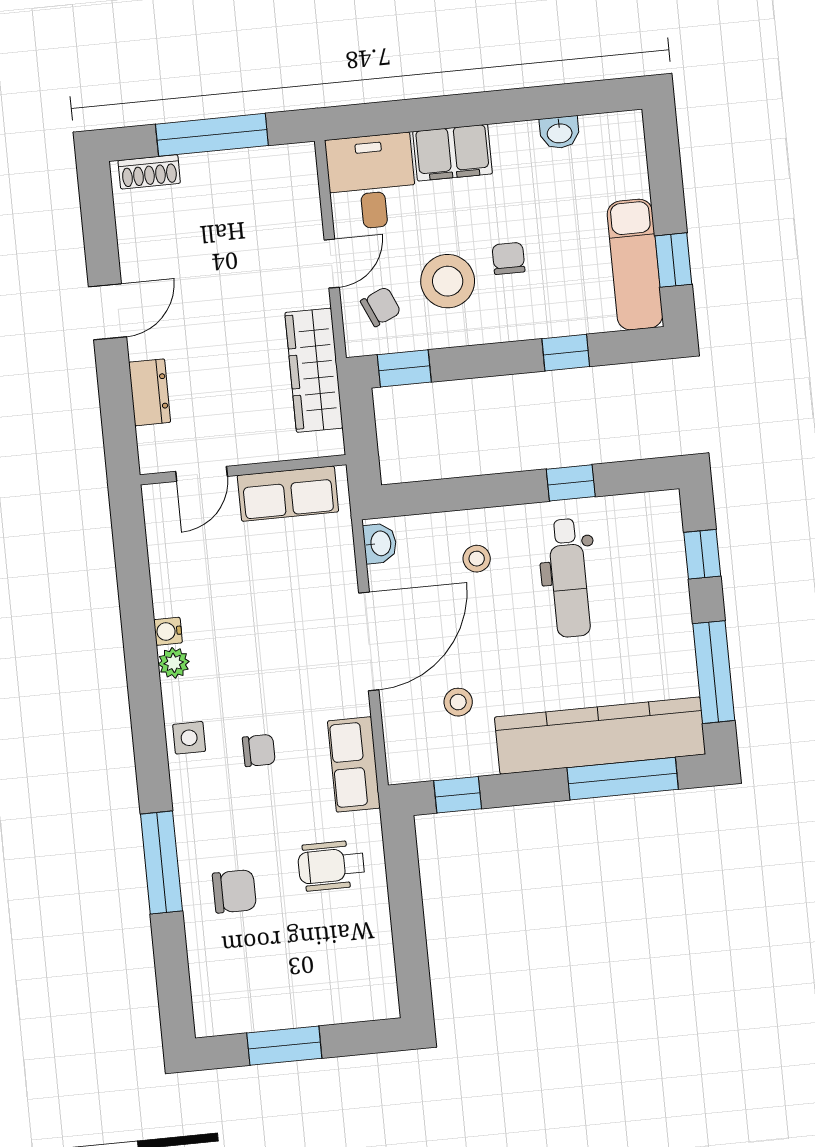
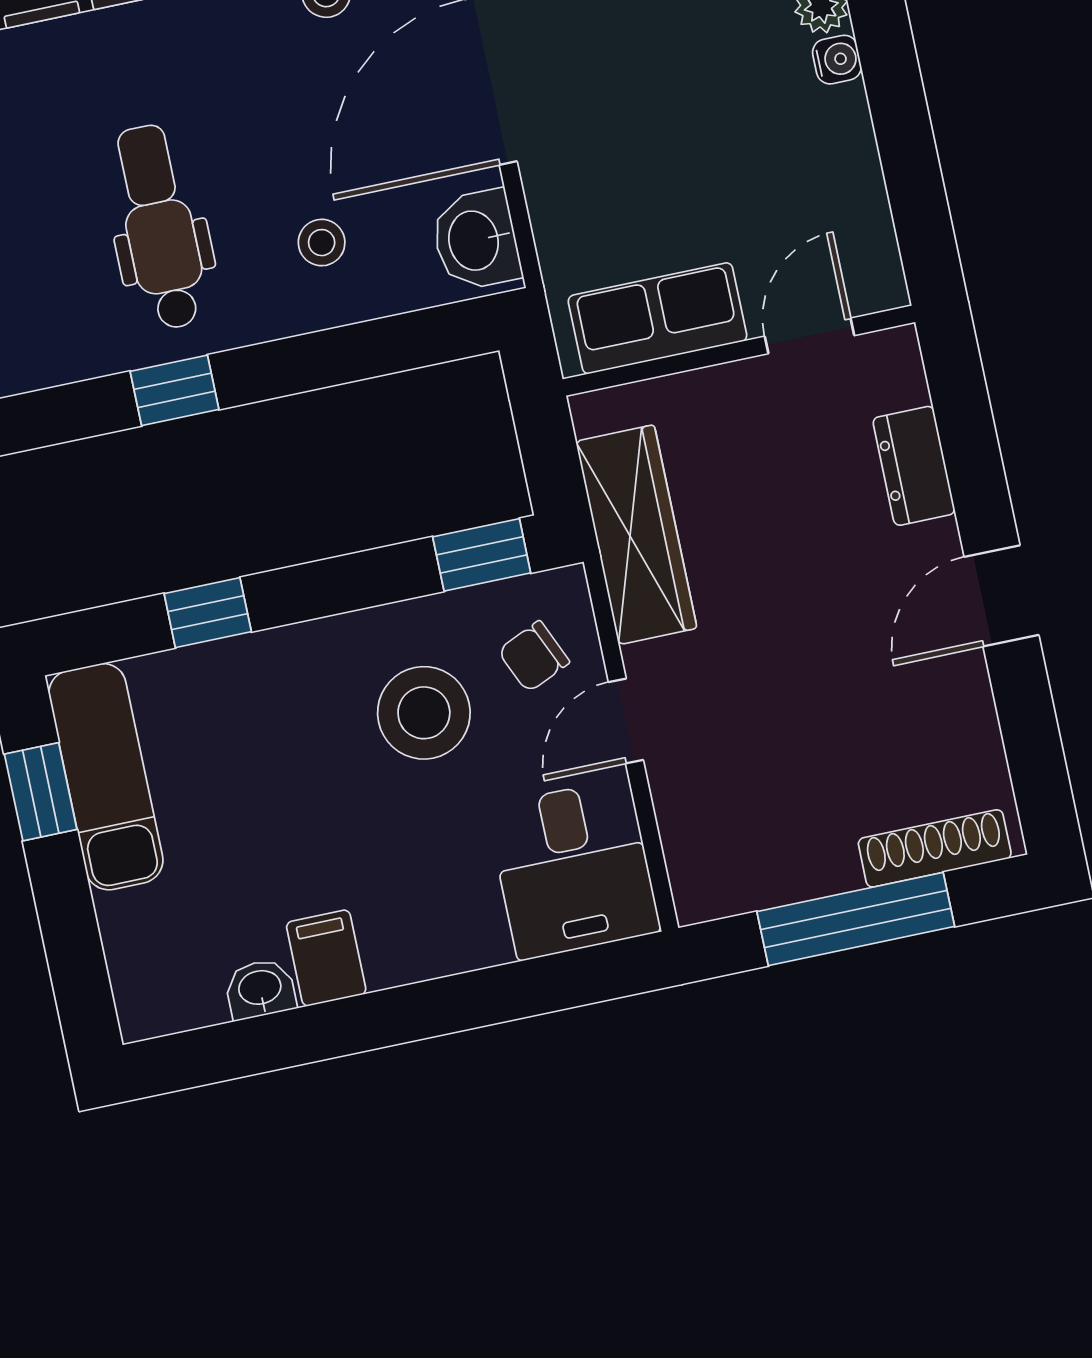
filing cabinet: (452, 153) -> (326, 958), moved, width x0.50
shoe rack: (149, 172) -> (935, 848), width x1.43
chair: (508, 258) -> (324, 763), removed
washbasin: (380, 543) -> (476, 240), width x1.38, depth x1.45

